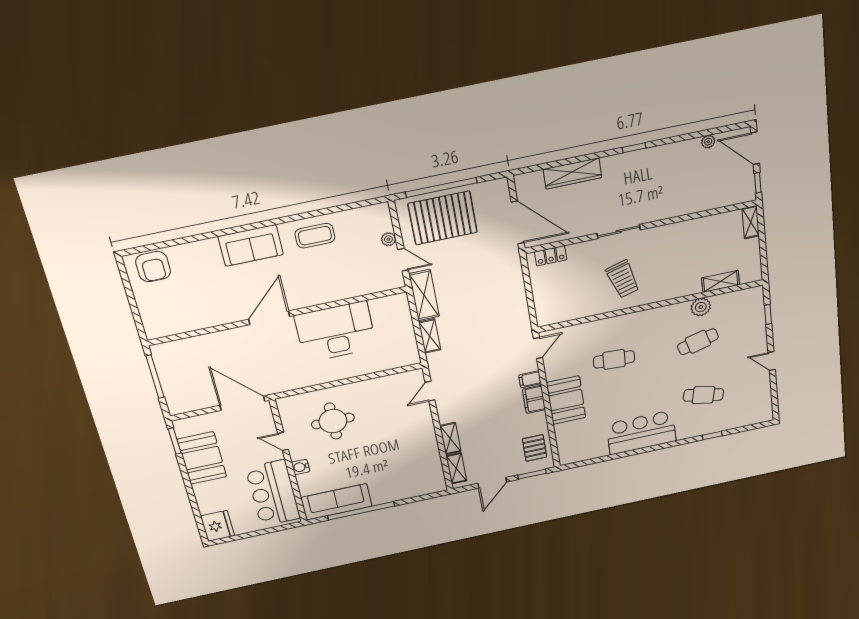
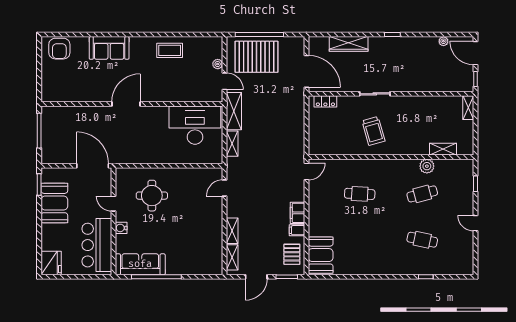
sofa: (251, 245) -> (109, 48), moved
desk: (336, 332) -> (195, 125), moved
filing cabinet: (530, 379) -> (297, 230), moved
booth: (566, 400) -> (321, 255), moved
bar counter: (641, 433) -> (373, 261), removed

